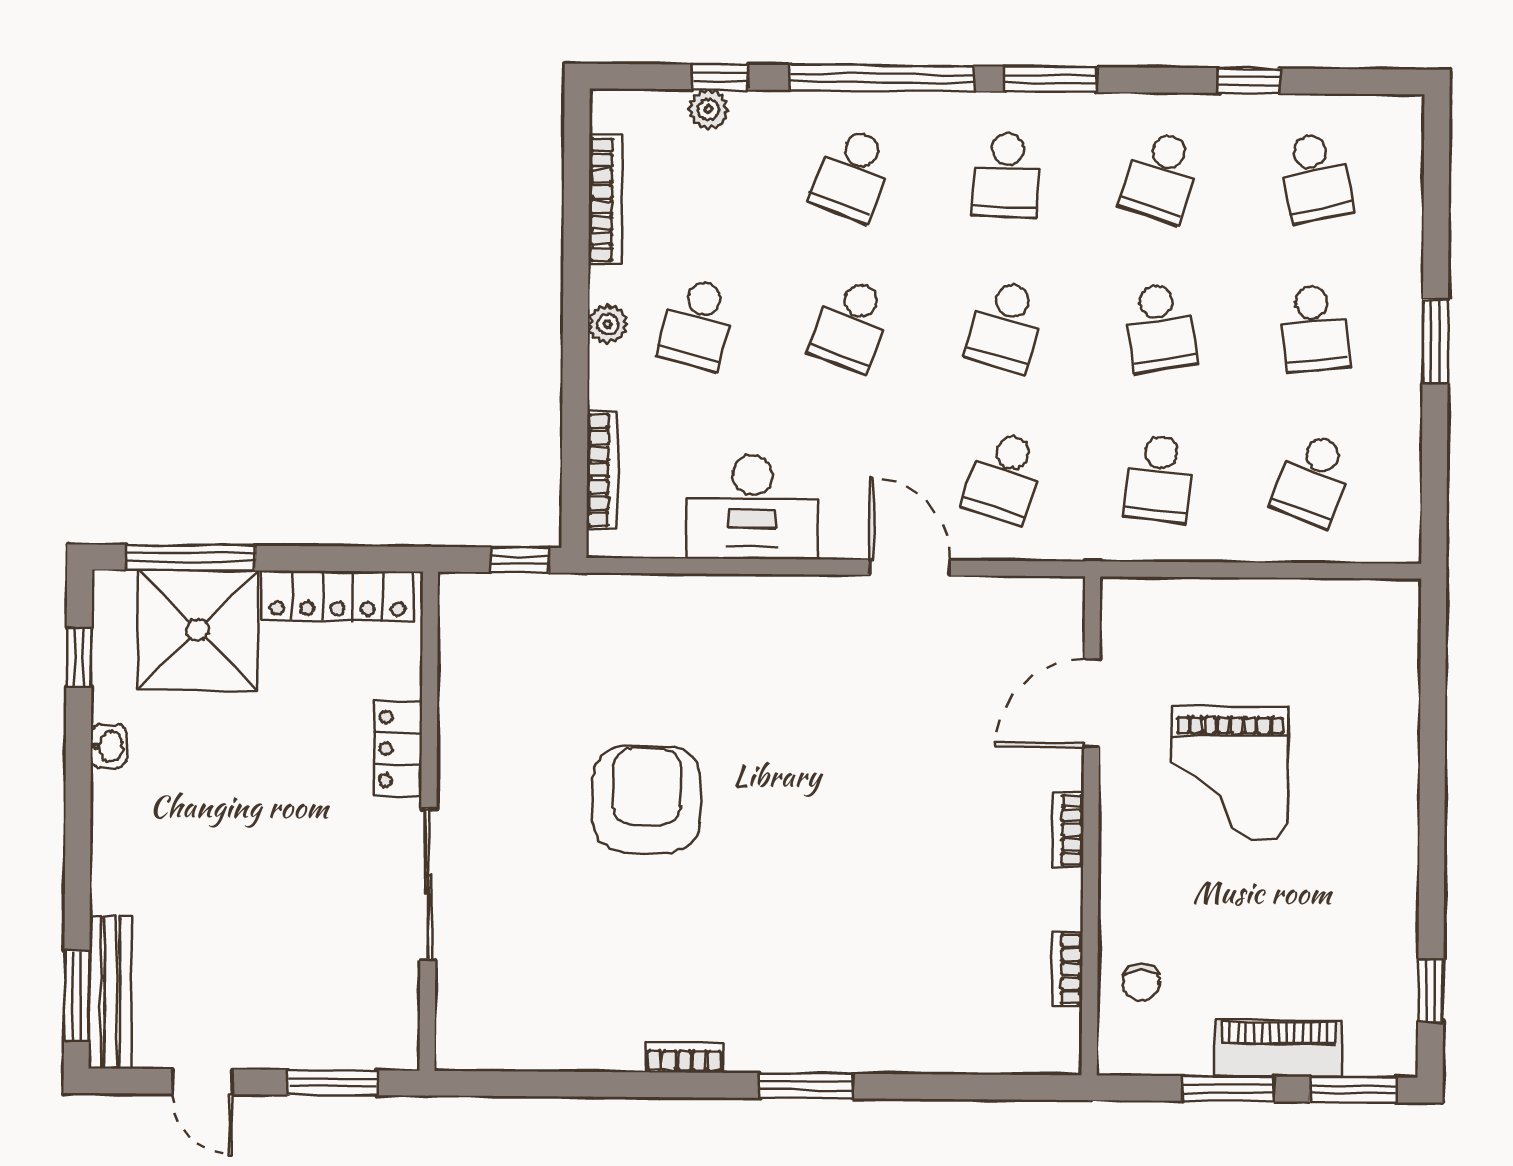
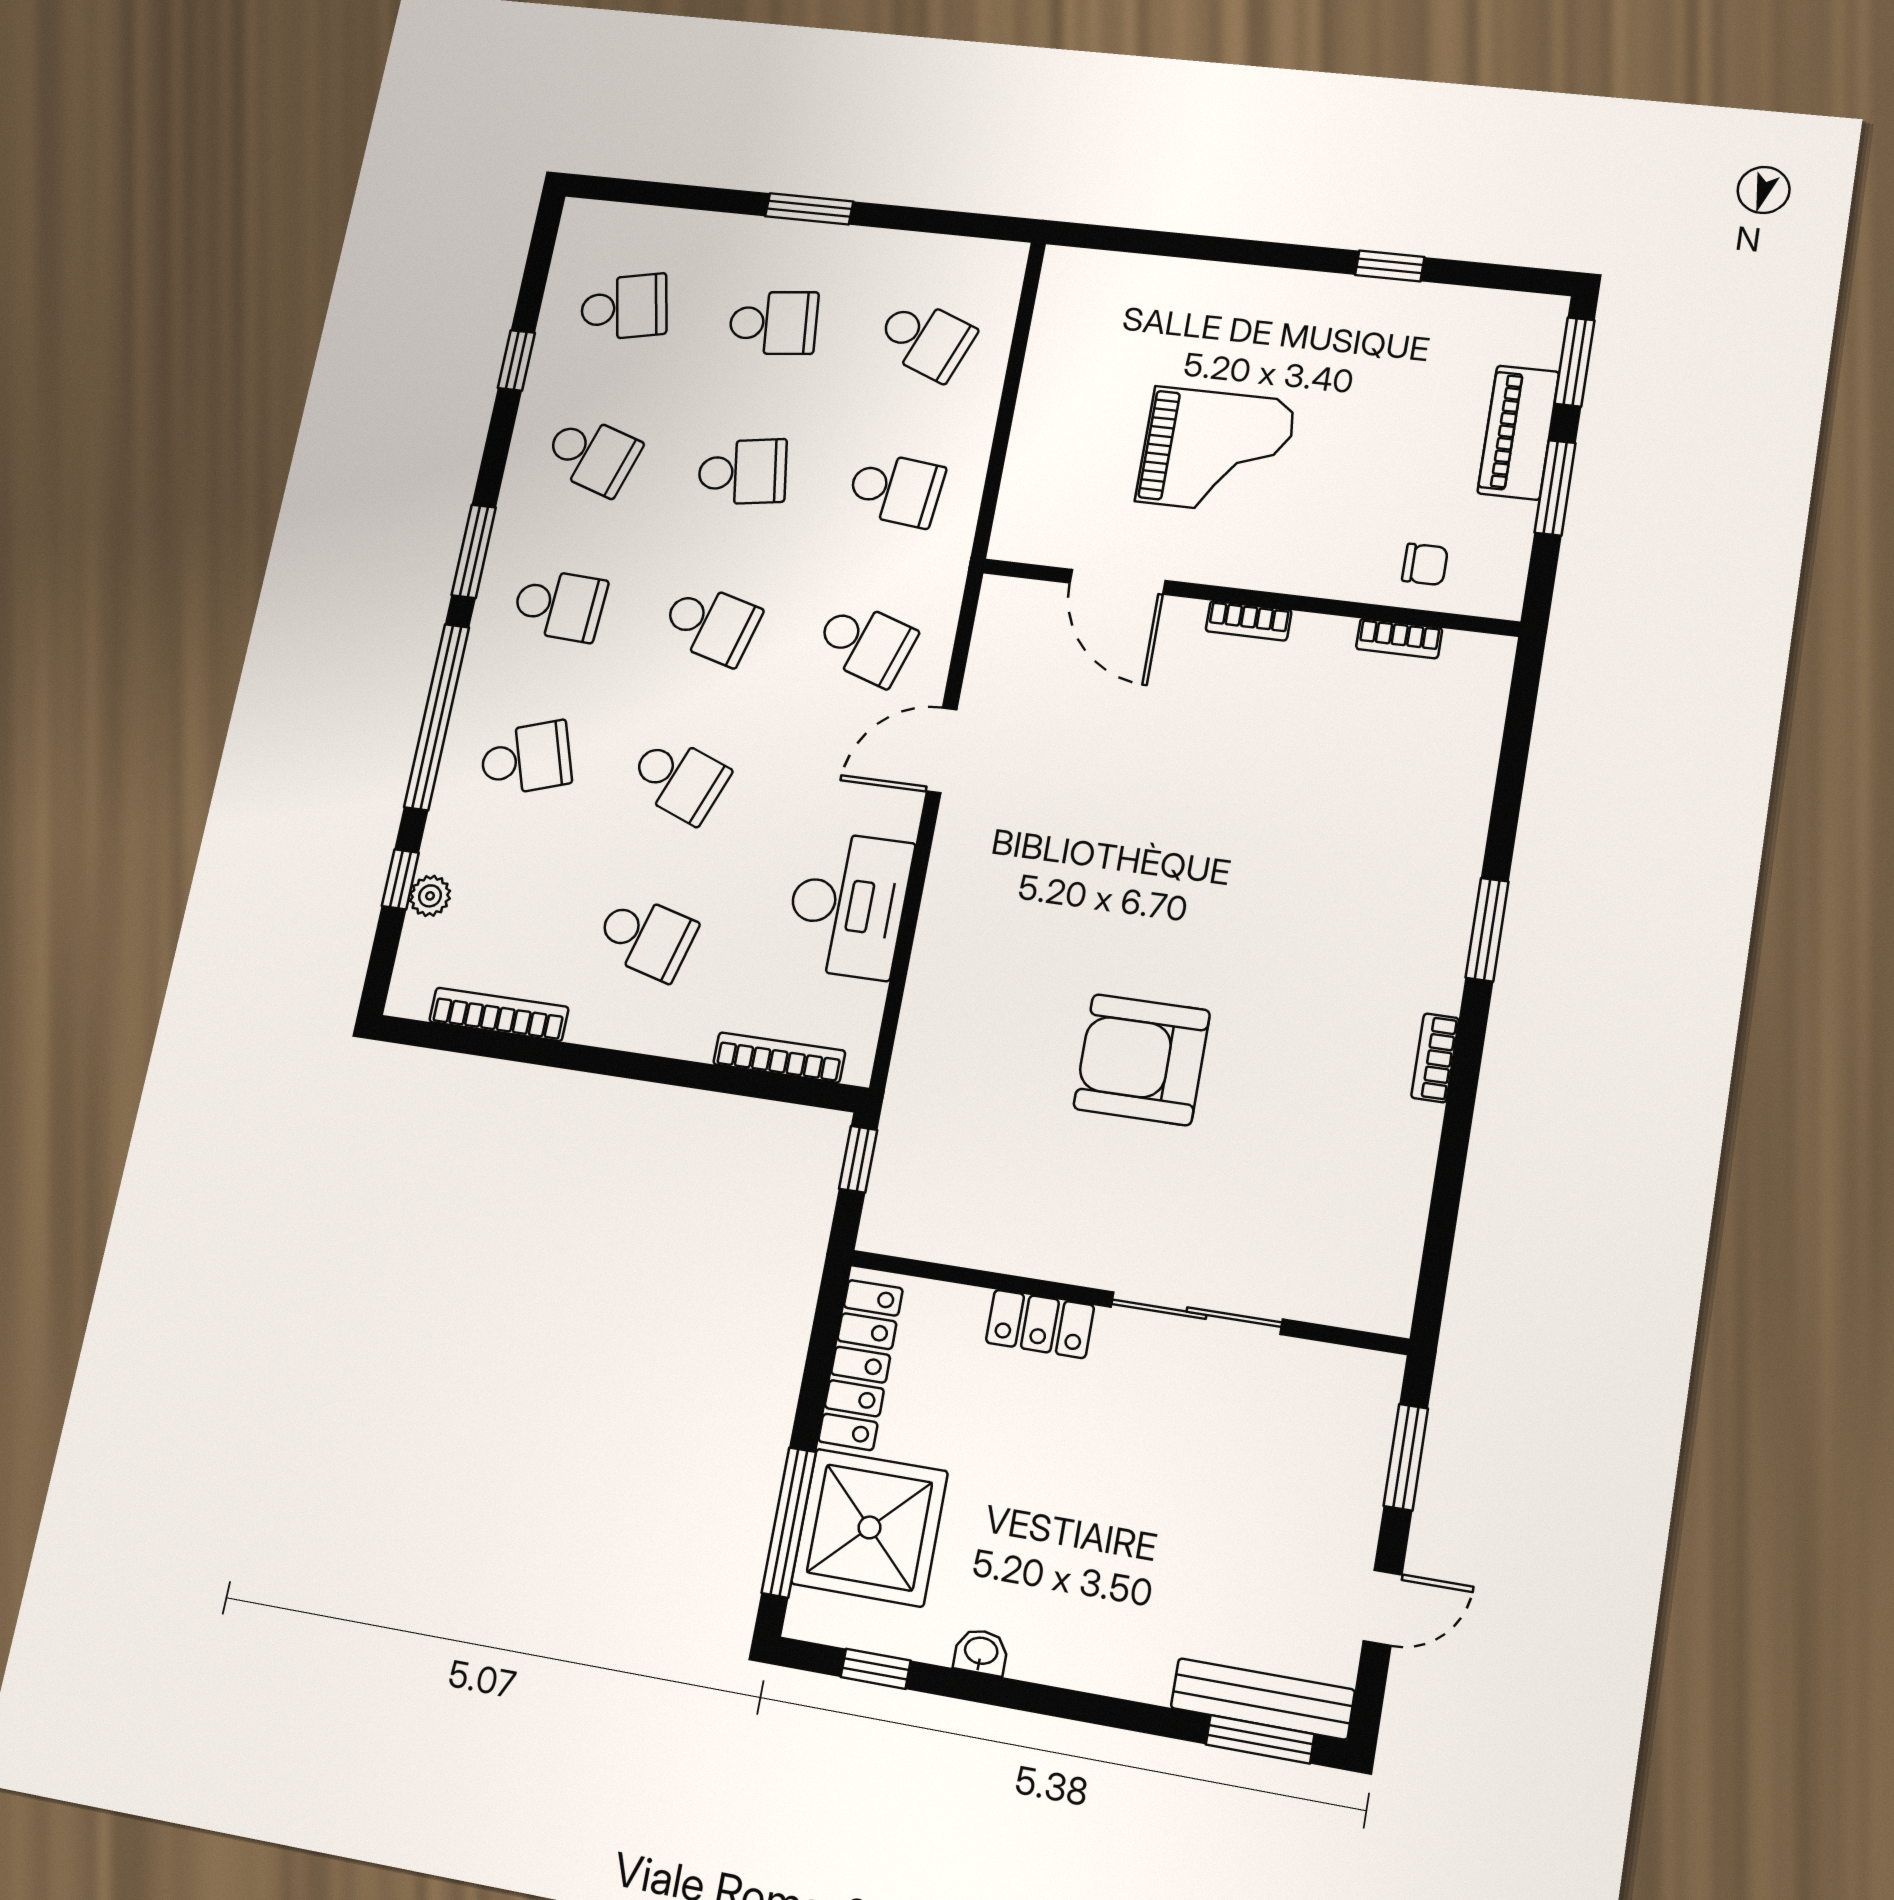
school desk: (852, 174) -> (526, 759), turned -39
plant: (608, 324) -> (628, 1030), removed
window: (1431, 990) -> (1390, 266), moved

